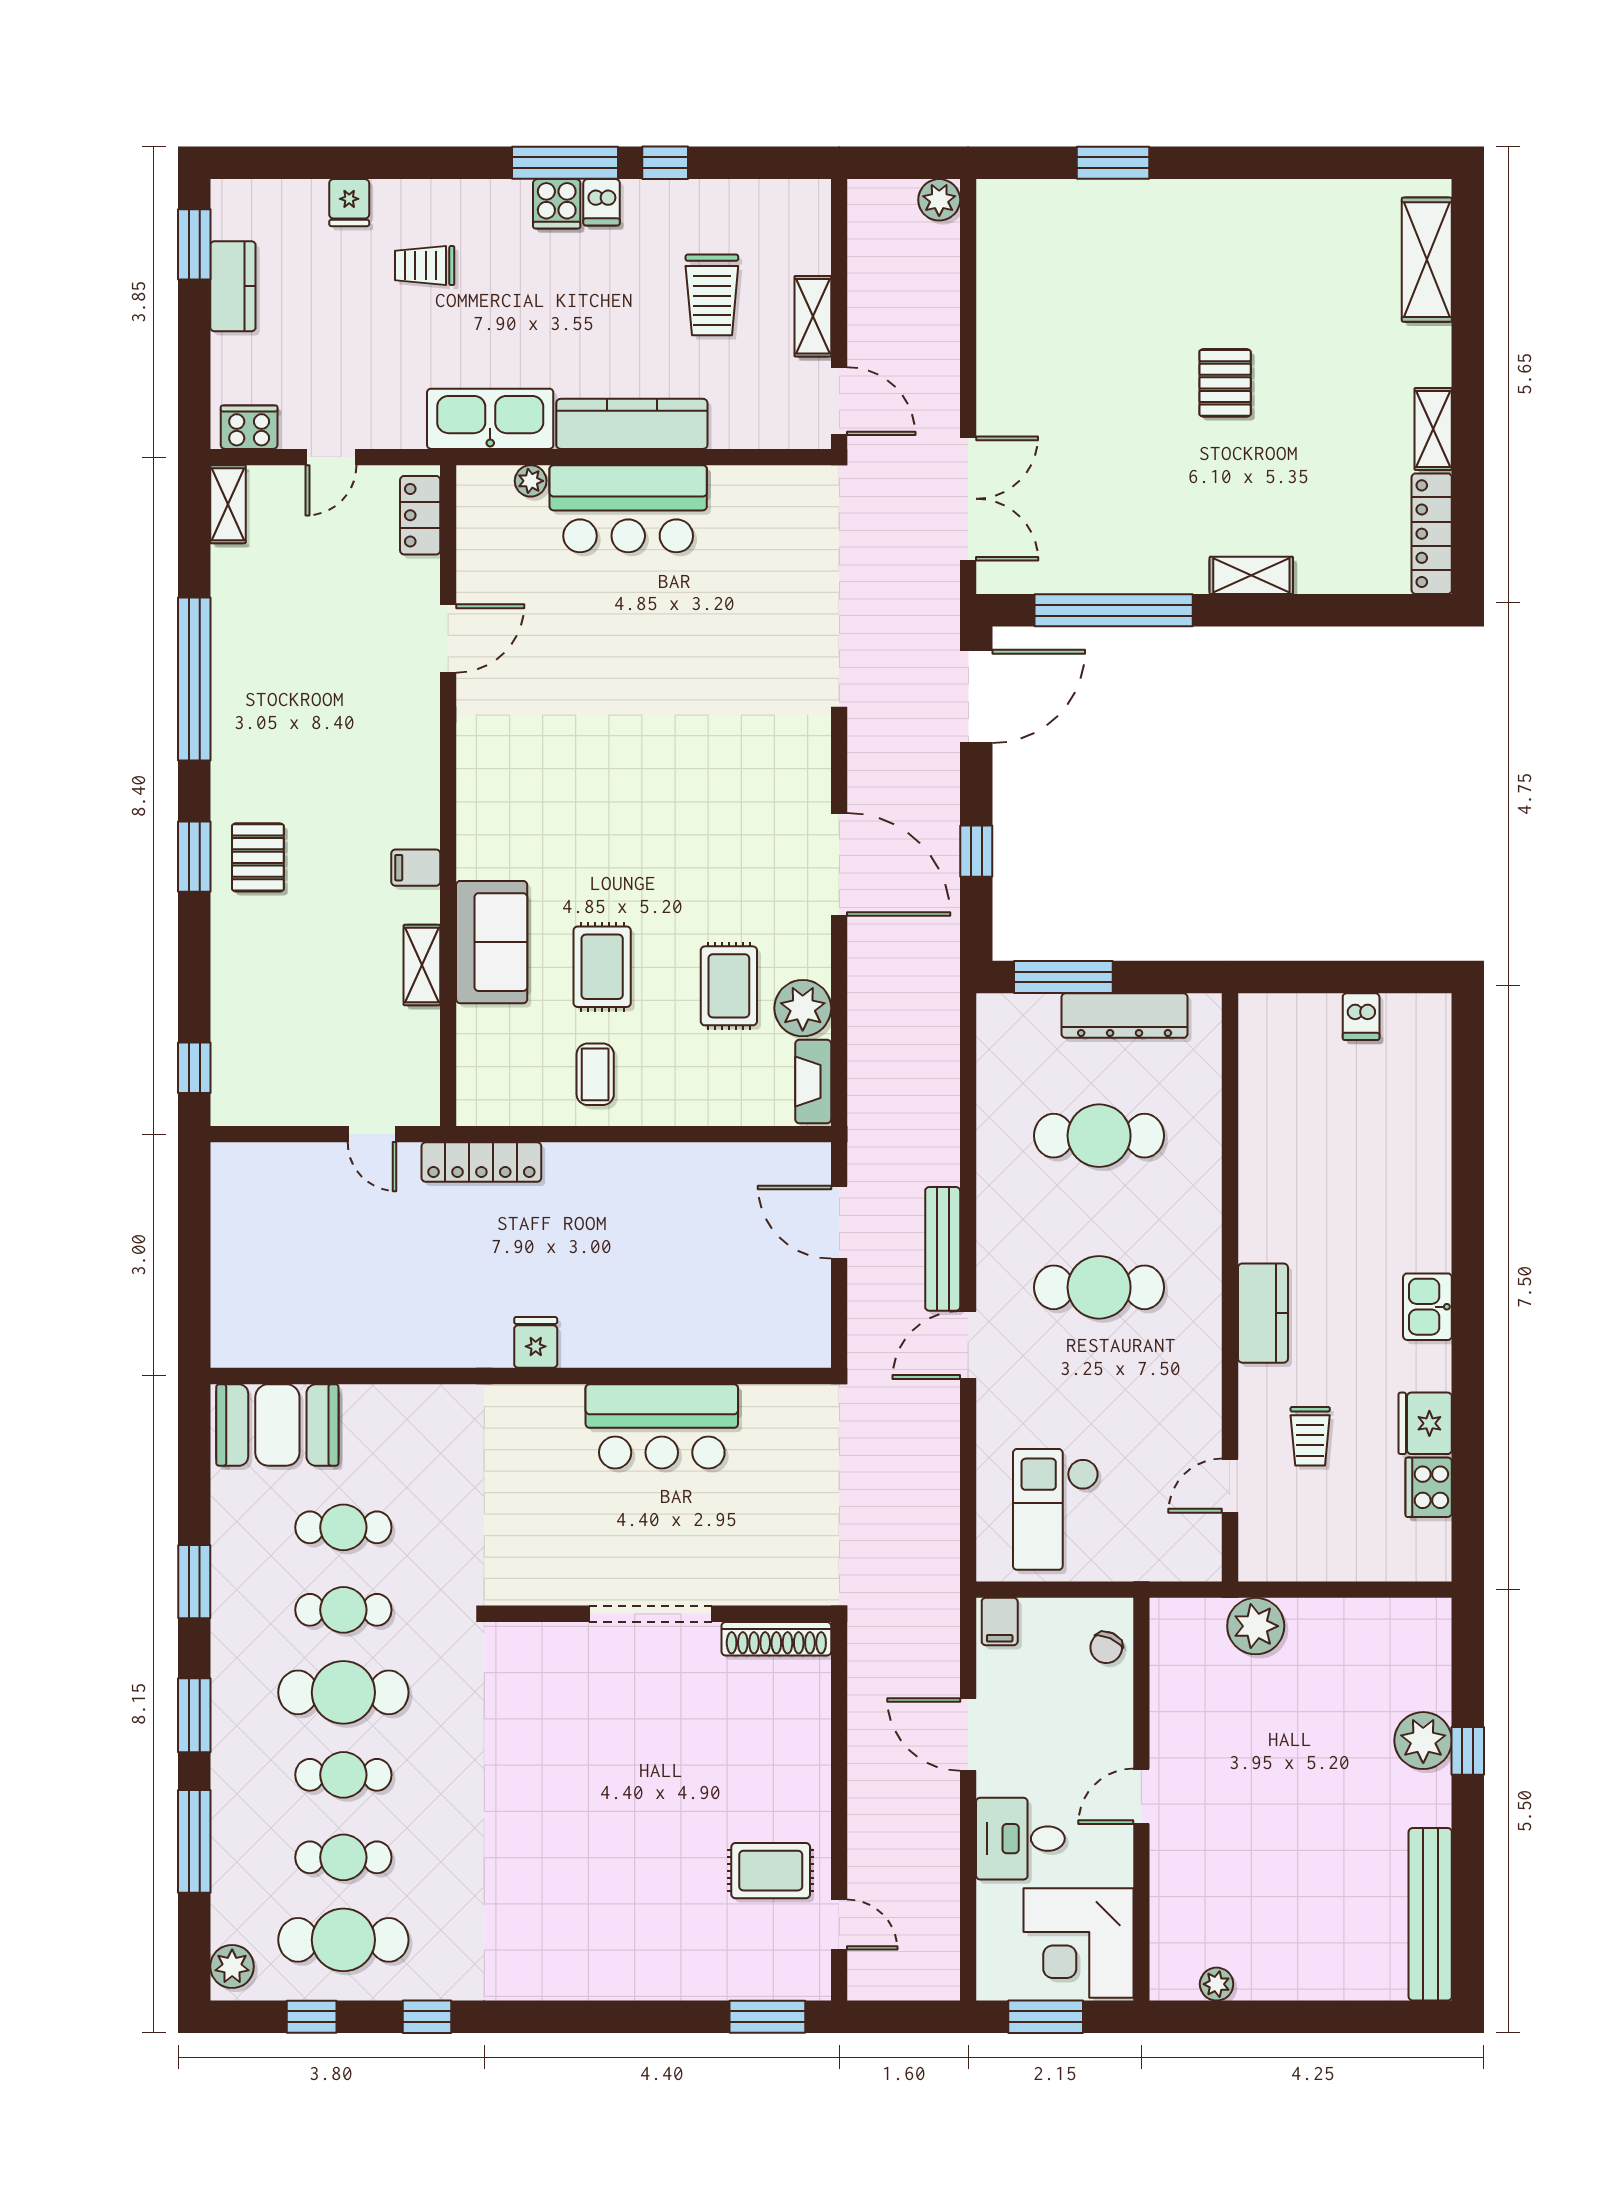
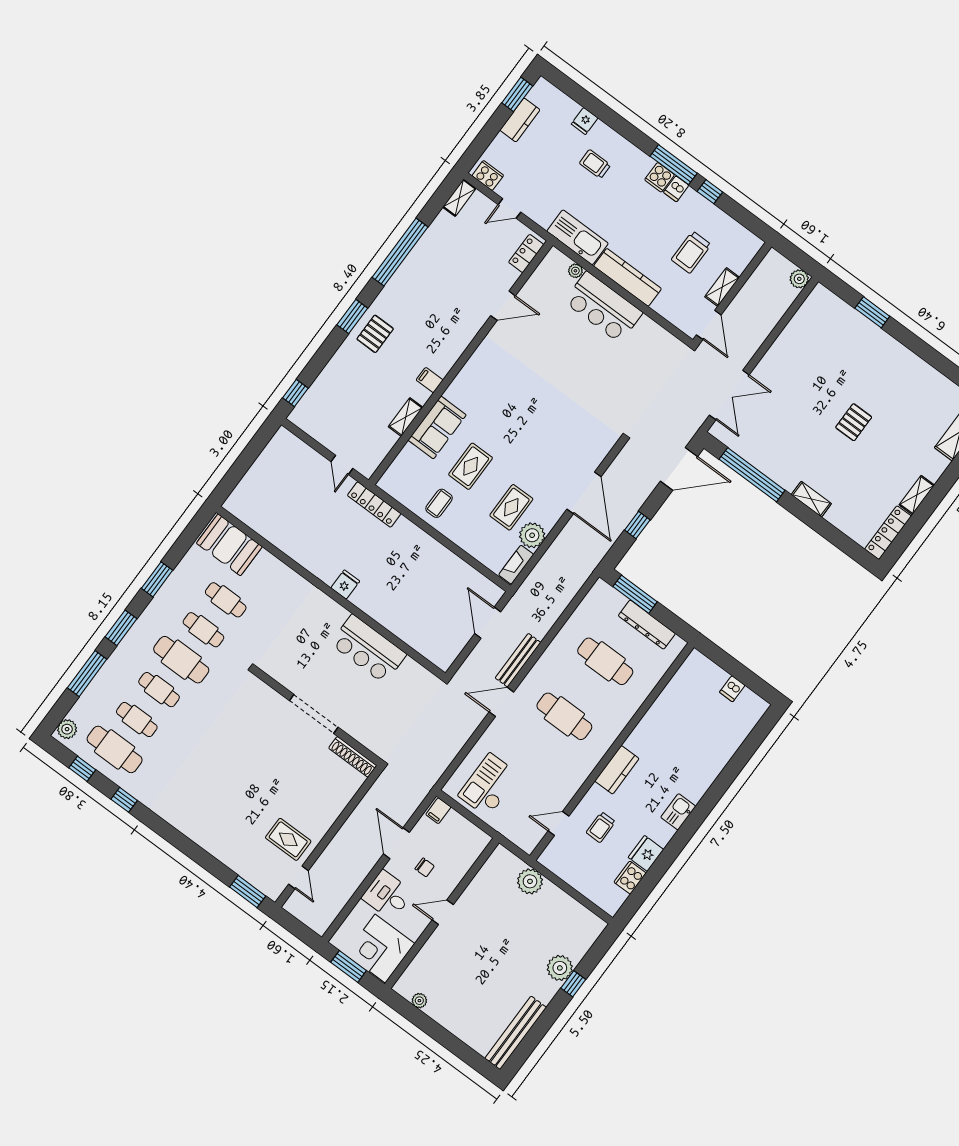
chair: (1106, 1647) -> (425, 867), moved, turned -114

